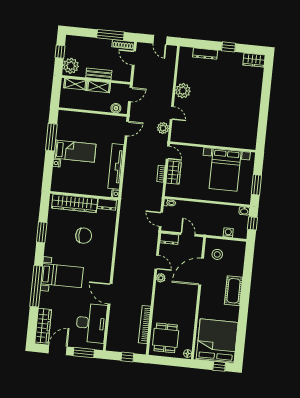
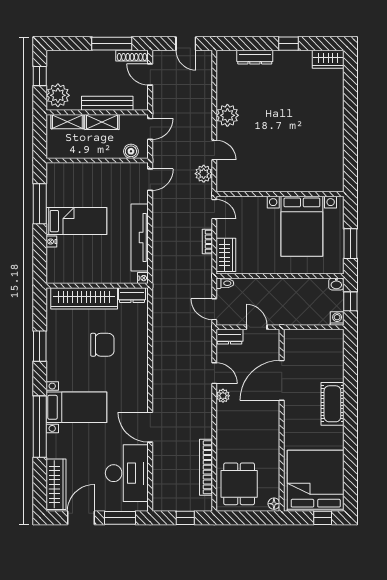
bench: (99, 74) -> (107, 103), width x1.36
wardrobe: (174, 173) -> (226, 255), moved
washing machine: (228, 233) -> (337, 319), moved
stool: (217, 254) -> (303, 353), removed

